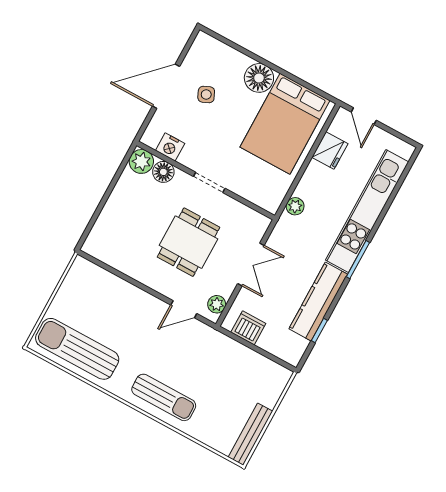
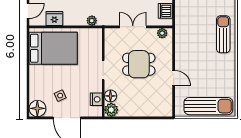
floor lamp: (259, 78) -> (37, 108), moved
door: (184, 309) -> (174, 78), moved
sun lounger: (77, 349) -> (208, 106), moved, turned -90

